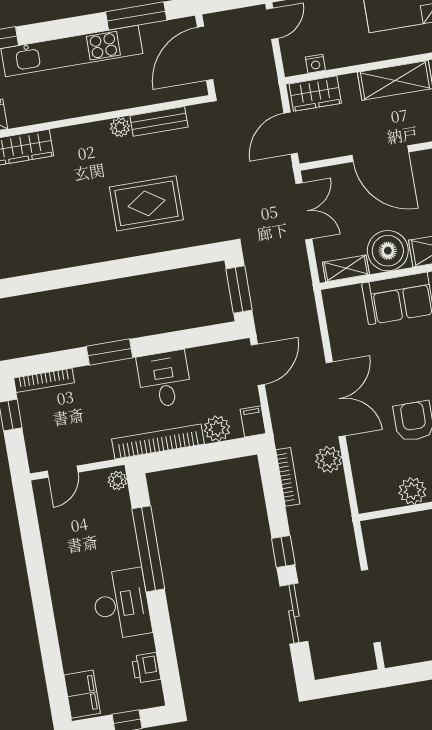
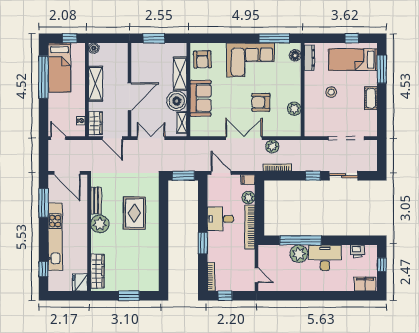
plant: (120, 127) -> (100, 224), width x1.87, depth x1.87
plant: (117, 481) -> (299, 254), moved, width x1.87, depth x1.87

